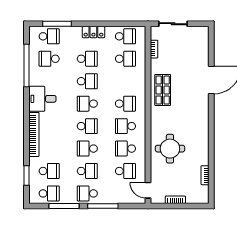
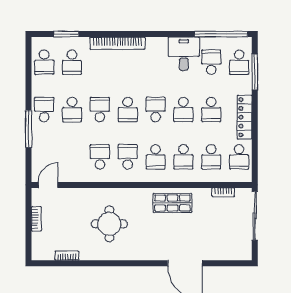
sliding door: (173, 24) -> (255, 216), width x1.37
locker: (93, 32) -> (245, 117), width x1.53
window: (27, 65) -> (221, 34), moved
desk: (42, 99) -> (184, 54), moved
round table: (170, 149) -> (109, 224), moved
school desk: (125, 171) -> (183, 157), moved
window: (64, 206) -> (29, 81), removed

